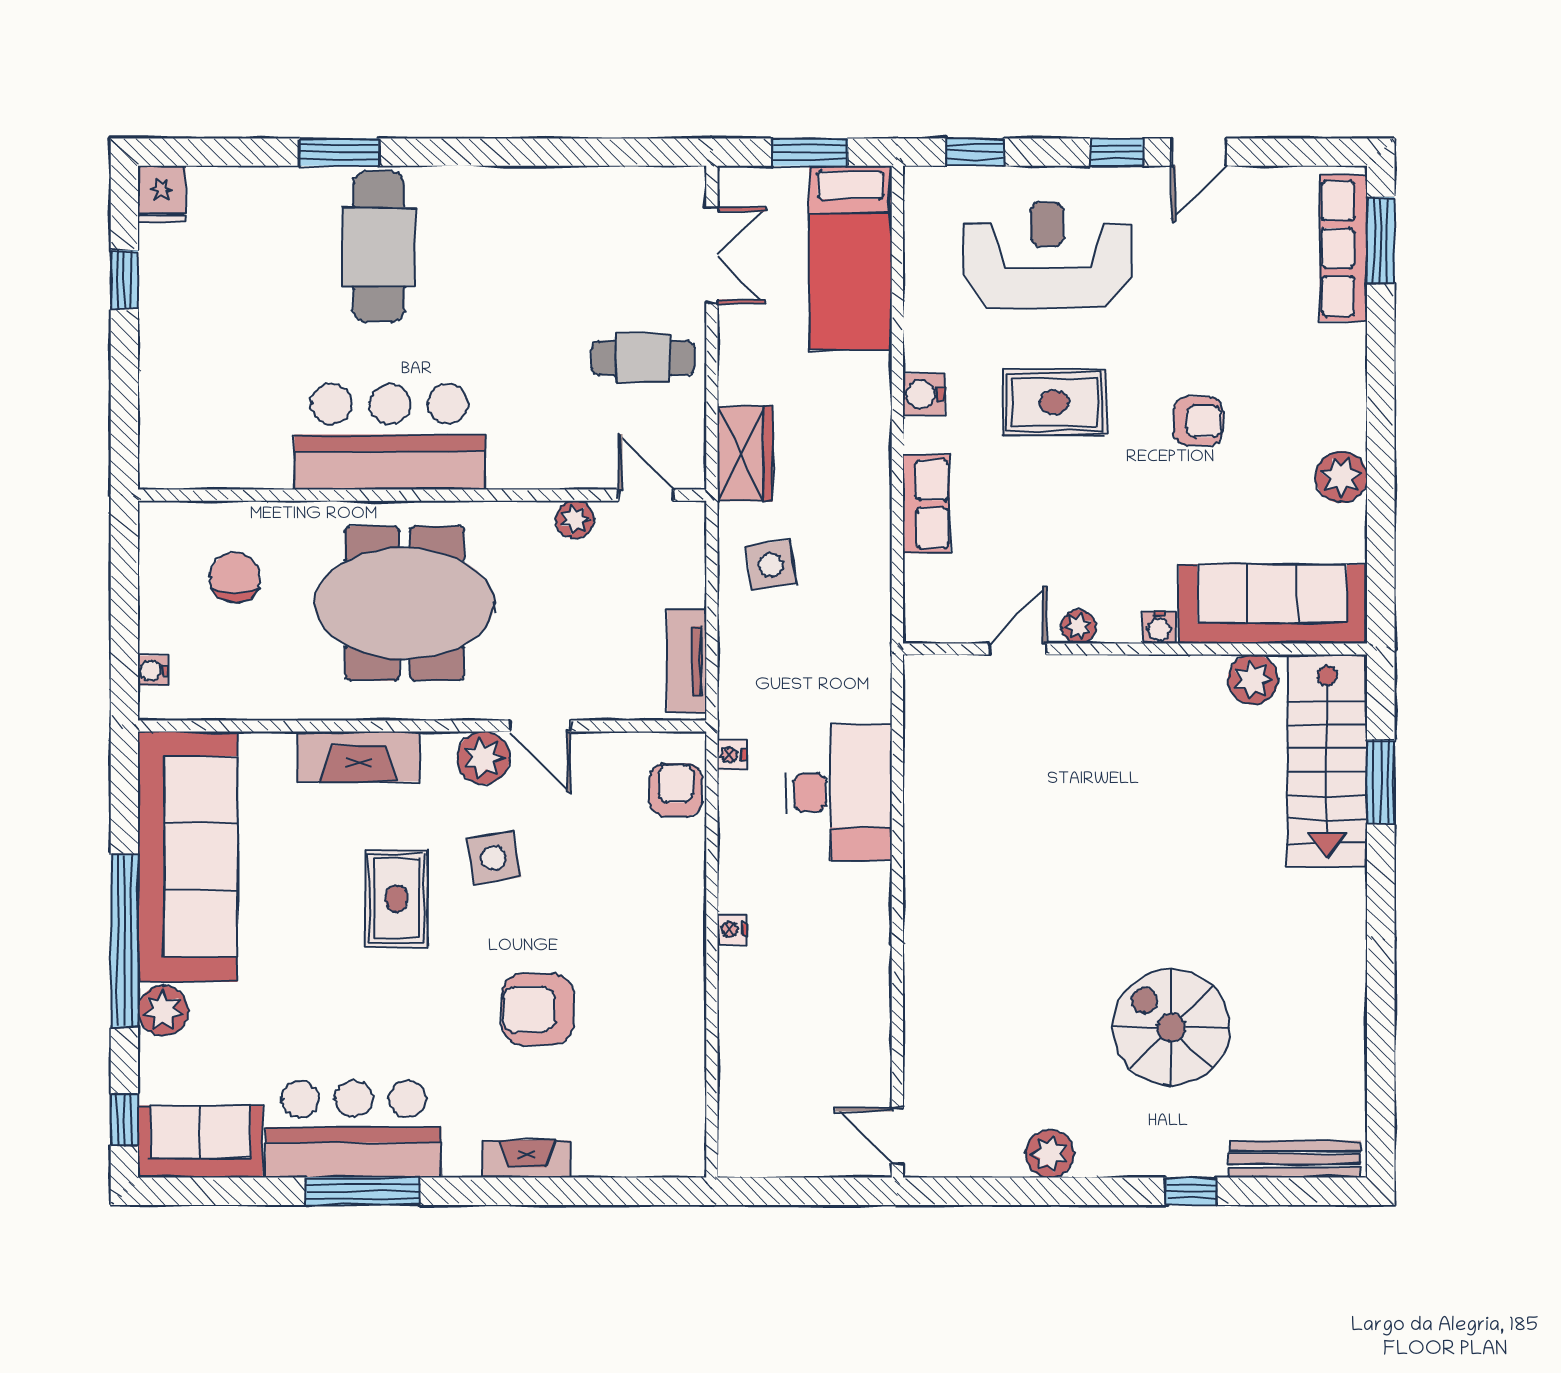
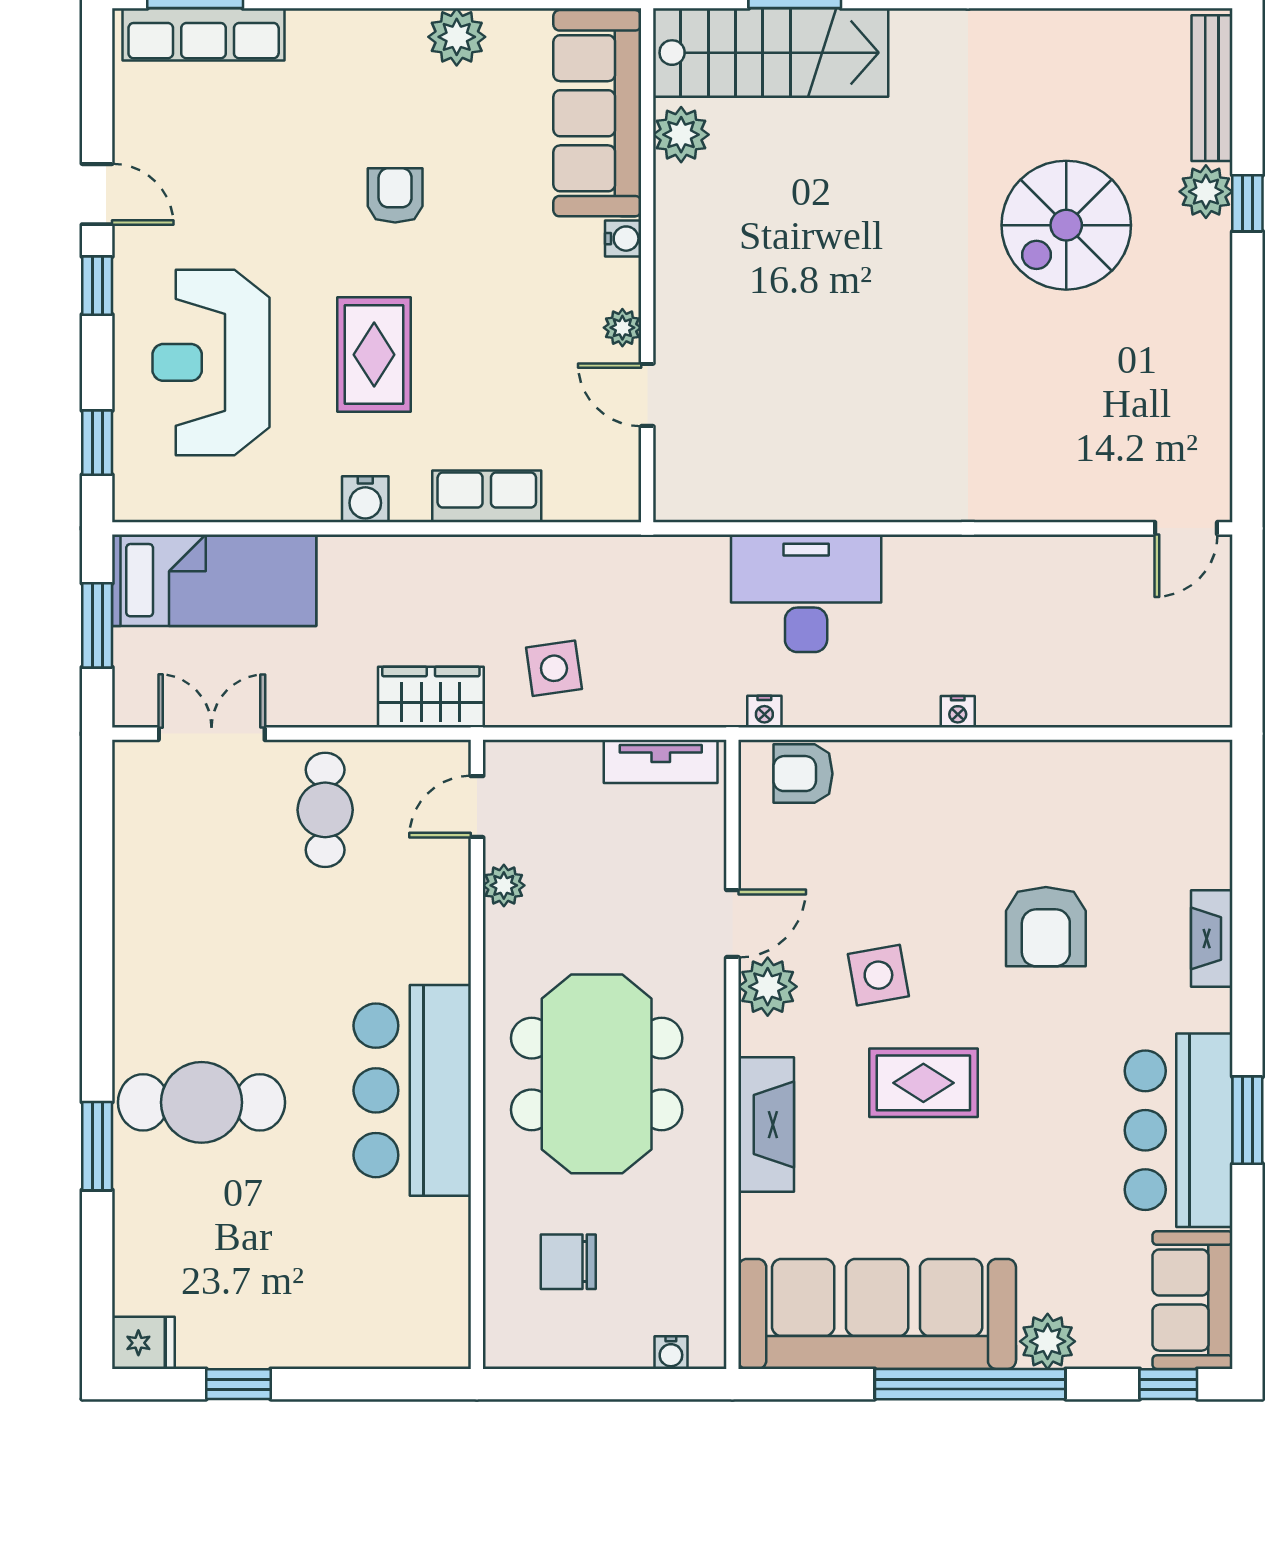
plant: (1050, 1154) -> (1206, 192), moved
window: (363, 1191) -> (1247, 1120), width x0.69

